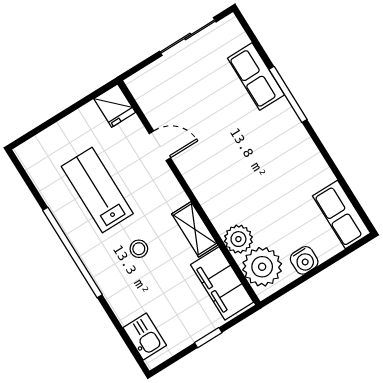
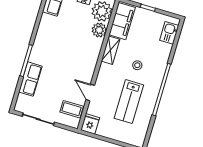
coffee table: (160, 97) -> (72, 109), added

